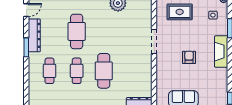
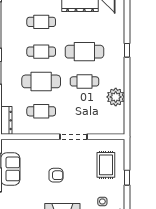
cafe table: (104, 31) -> (84, 81), added
cafe table: (131, 71) -> (41, 111), added

